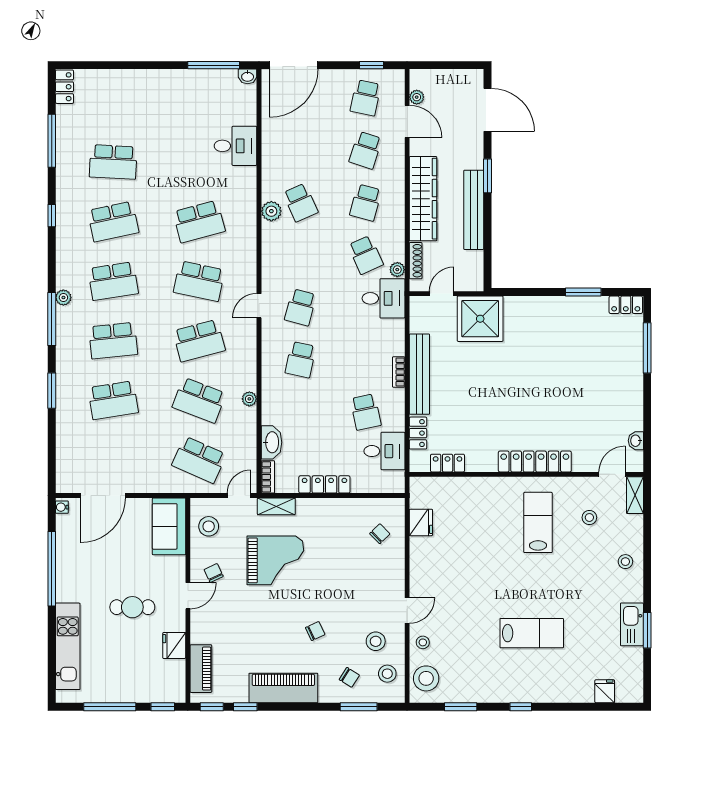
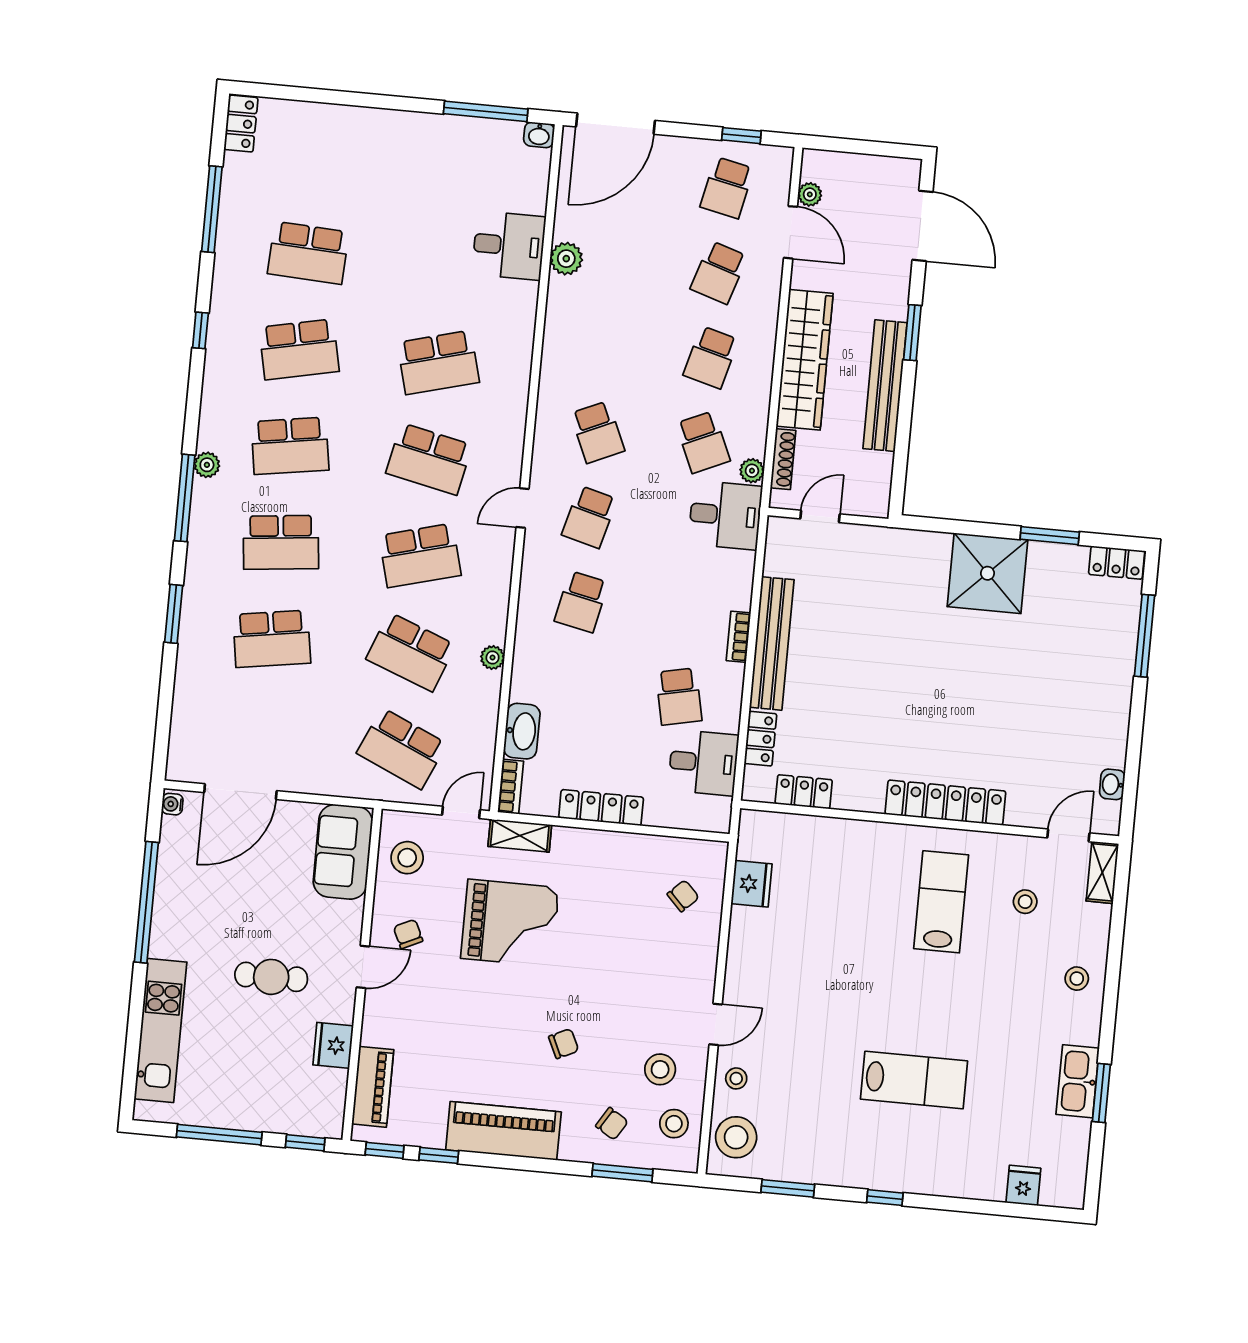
school desk: (300, 203) -> (597, 432), moved
plant: (271, 211) -> (566, 259), moved
shower: (480, 319) -> (988, 573), moved

